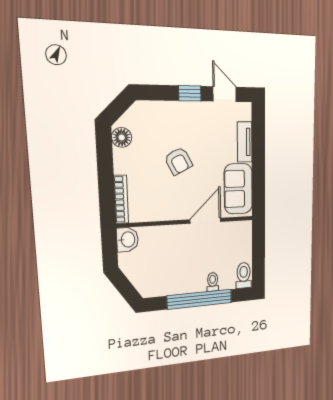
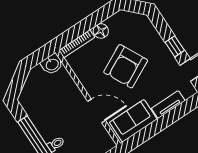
floor lamp: (122, 137) -> (101, 31), moved
armchair: (178, 161) -> (126, 66), width x1.88, depth x1.88

